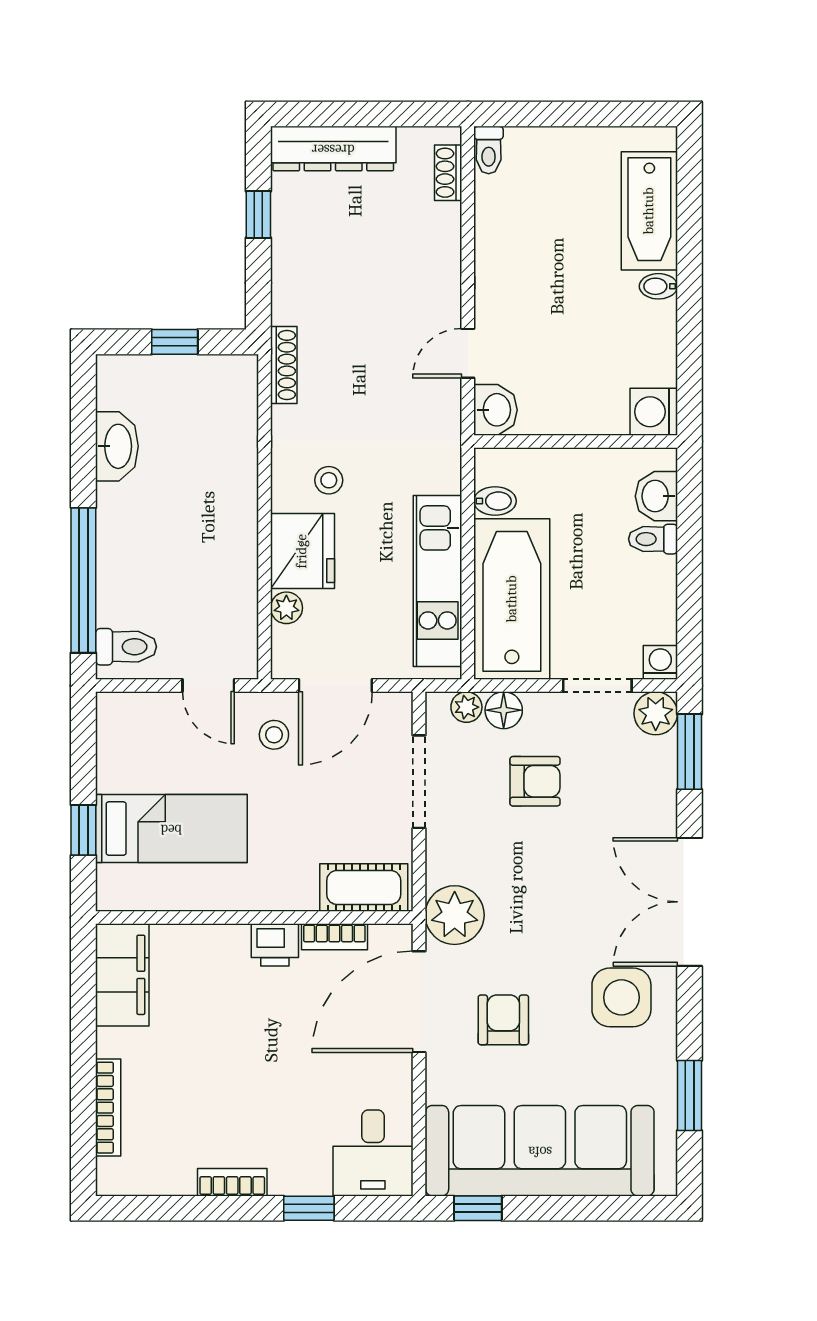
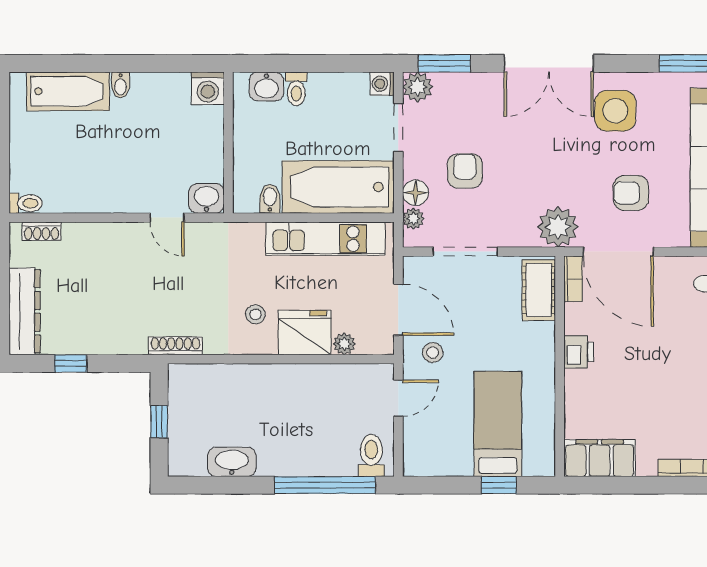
bookcase: (334, 937) -> (573, 279), moved

